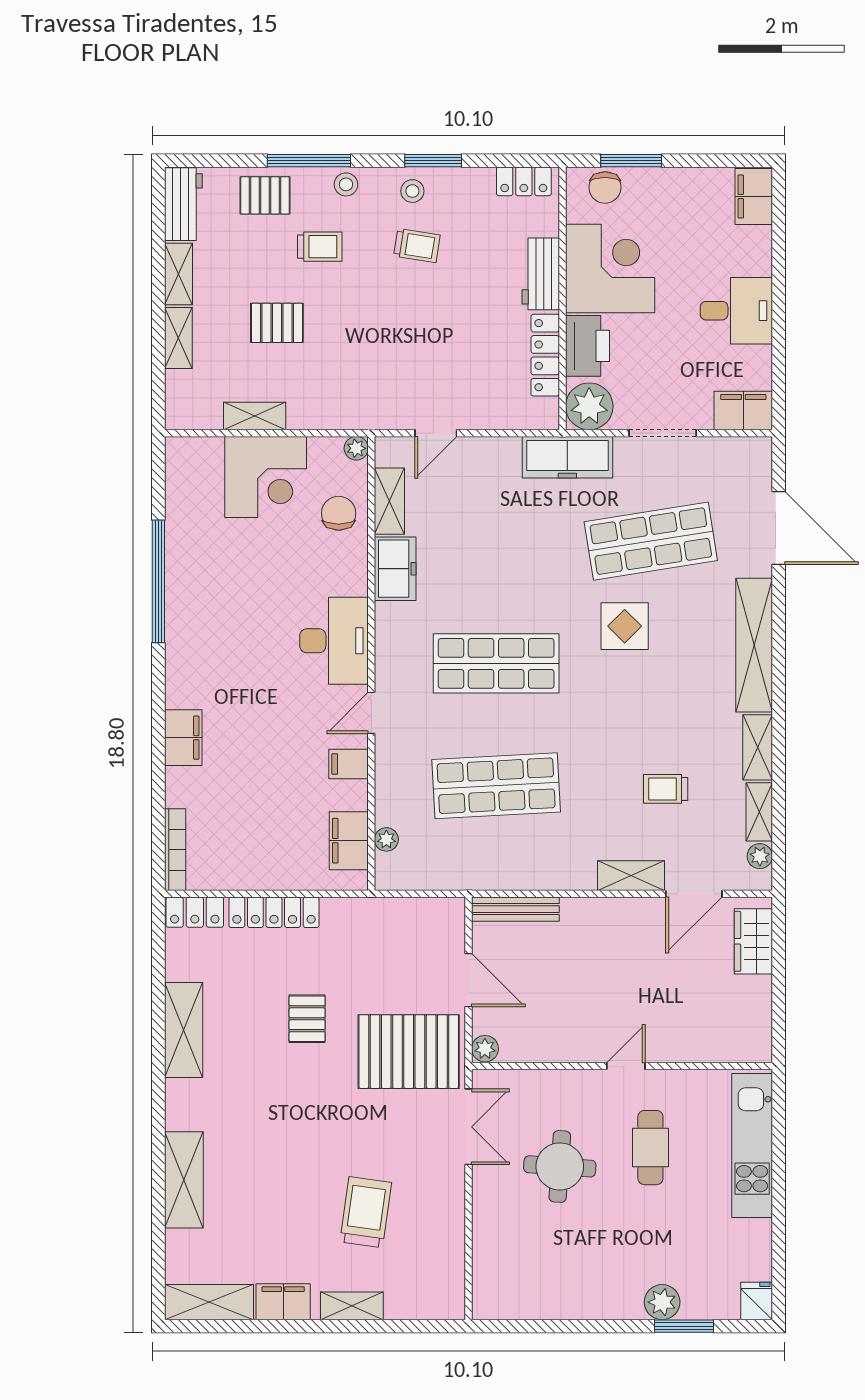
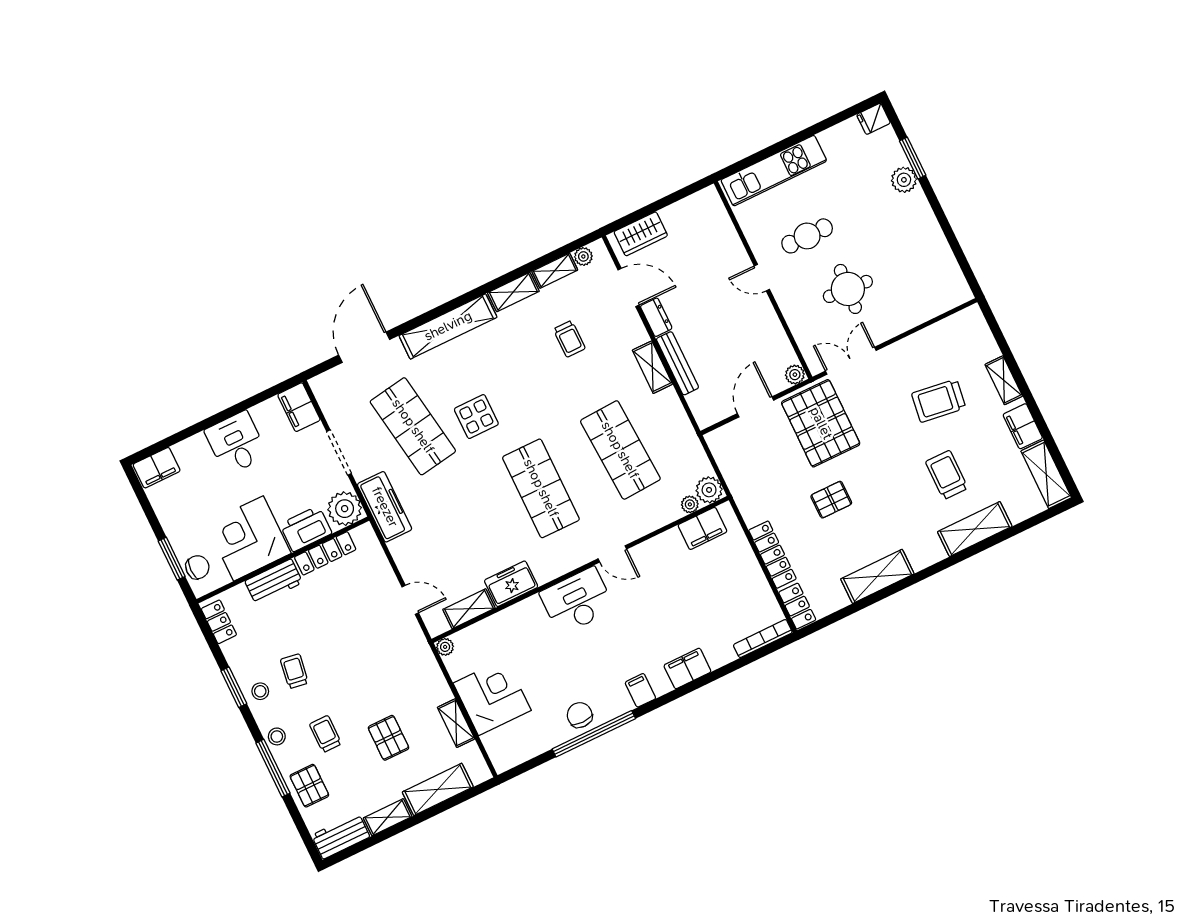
shelving: (178, 338) -> (438, 789), width x1.50, depth x1.33
chair: (339, 513) -> (580, 715), moved, turned 90
filing cabinet: (349, 764) -> (640, 690), moved, turned 180
plant: (393, 872) -> (709, 490), added
shelving: (631, 876) -> (652, 367), moved
bench: (515, 909) -> (677, 363), moved
dresser: (640, 910) -> (656, 317), added
trolley: (268, 1178) -> (947, 475), added

